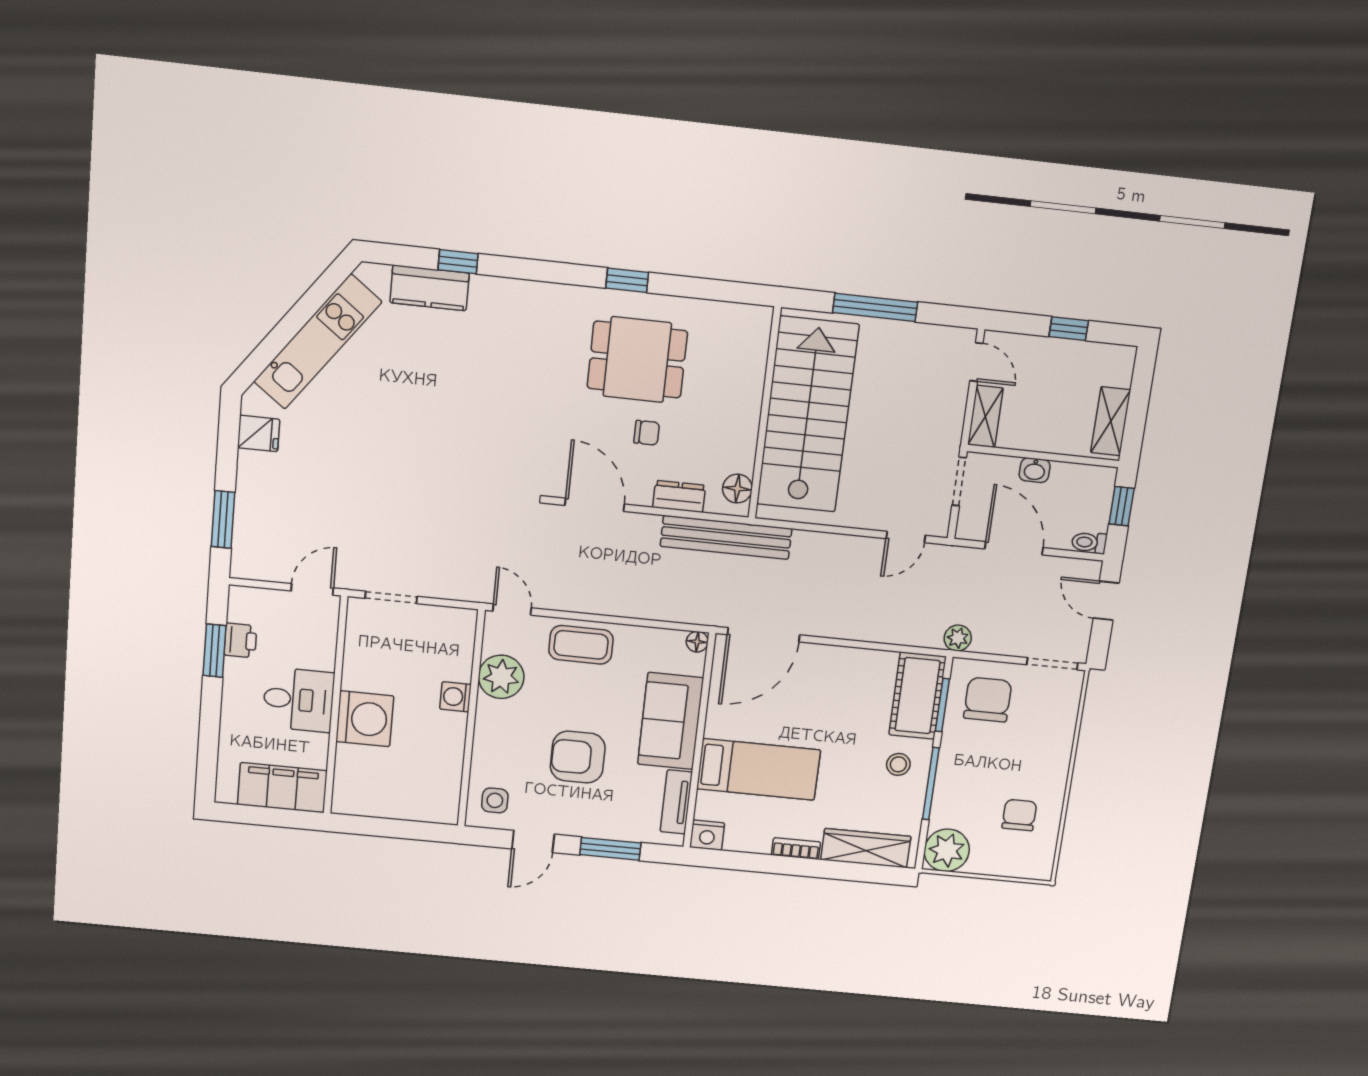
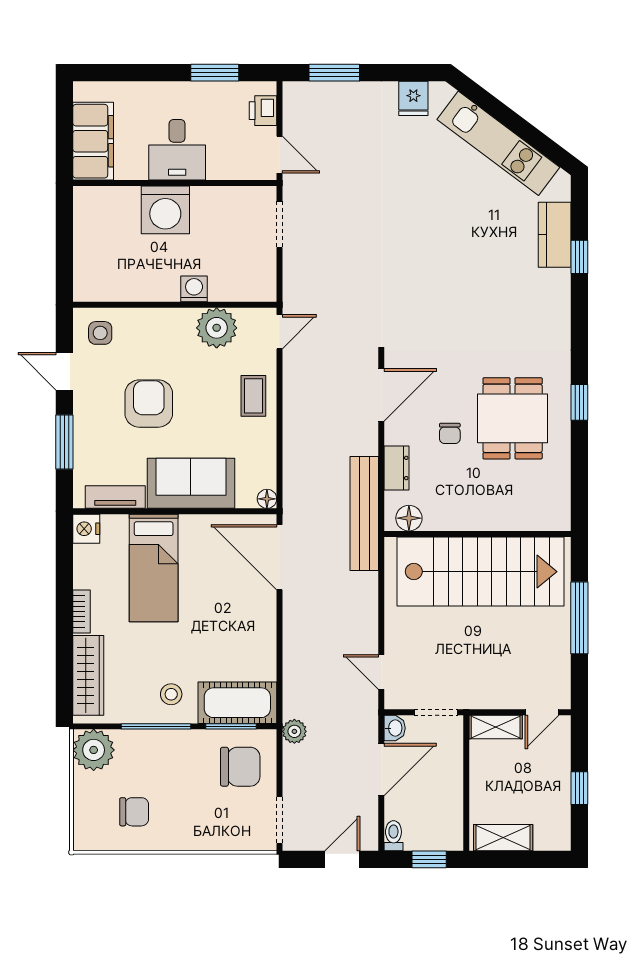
washbasin: (1035, 470) -> (395, 728), moved, turned 180
printer: (240, 640) -> (263, 111), moved, turned 90
coffee table: (581, 645) -> (253, 396), width x0.73, depth x0.77

